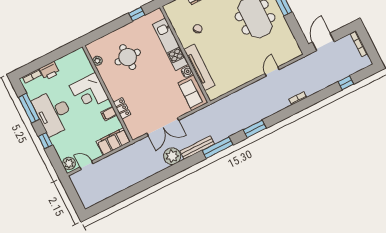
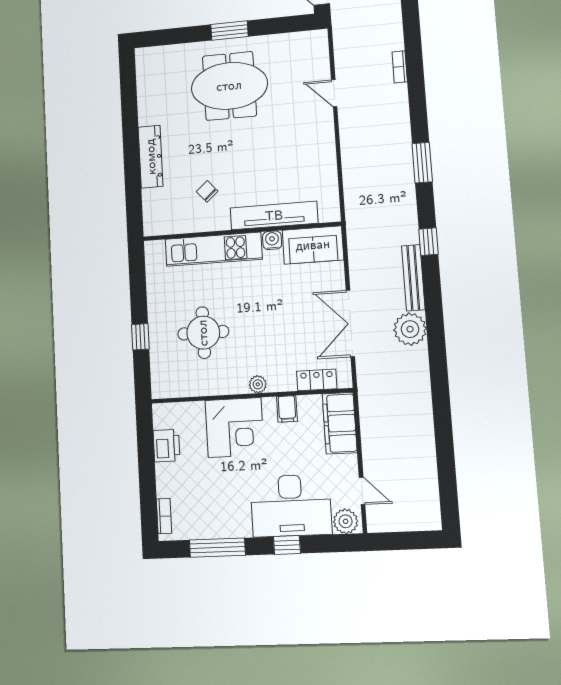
window: (137, 14) -> (140, 337), moved
plant: (97, 61) -> (258, 384), moved
printer: (50, 71) -> (167, 446), moved
locker: (122, 108) -> (317, 380), moved
desk: (53, 113) -> (291, 506), moved
double door: (163, 127) -> (350, 323), swing flipped
window: (218, 148) -> (428, 242), width x0.46
door: (86, 165) -> (362, 491), swing flipped

